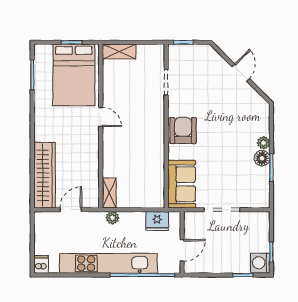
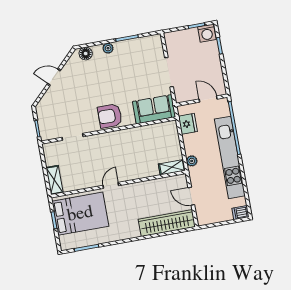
floor lamp: (262, 158) -> (86, 53), moved

